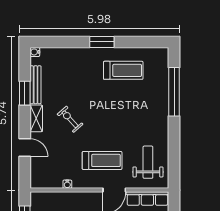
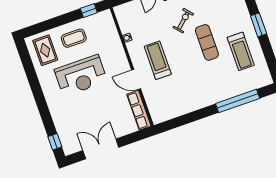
exercise mat: (101, 102) -> (207, 42), added
treadmill: (102, 160) -> (158, 60), turned 180
weight bench: (148, 162) -> (170, 100), removed

